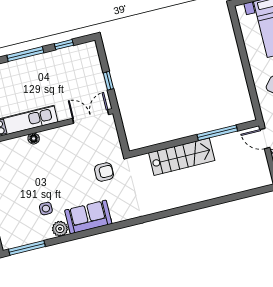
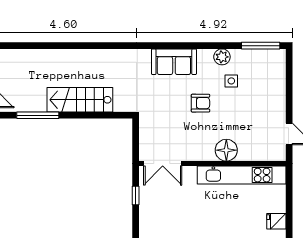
floor lamp: (34, 139) -> (226, 150), width x1.89, depth x1.89
armchair: (104, 172) -> (200, 103), moved, turned 180
sofa: (88, 217) -> (174, 62), moved

